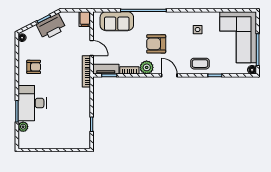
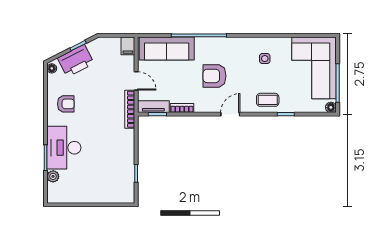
sofa: (117, 21) -> (167, 48), width x1.36
printer: (51, 27) -> (76, 61), moved
plant: (147, 67) -> (203, 105), removed
door: (169, 75) -> (230, 114), hinge flipped

